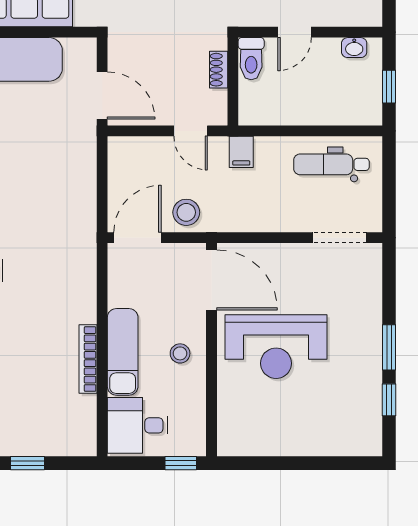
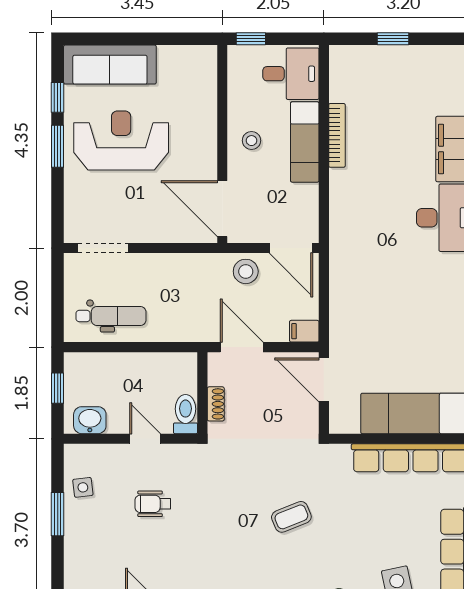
door: (295, 32) -> (145, 439), hinge flipped
washbasin: (354, 48) -> (90, 420), width x1.38, depth x1.45
door: (191, 131) -> (242, 347), width x1.38
filing cabinet: (241, 152) -> (304, 331), moved, turned -90
door: (138, 238) -> (291, 248), hinge flipped
reception desk: (276, 347) -> (121, 140), moved
sofa: (333, 435) -> (110, 65), added

